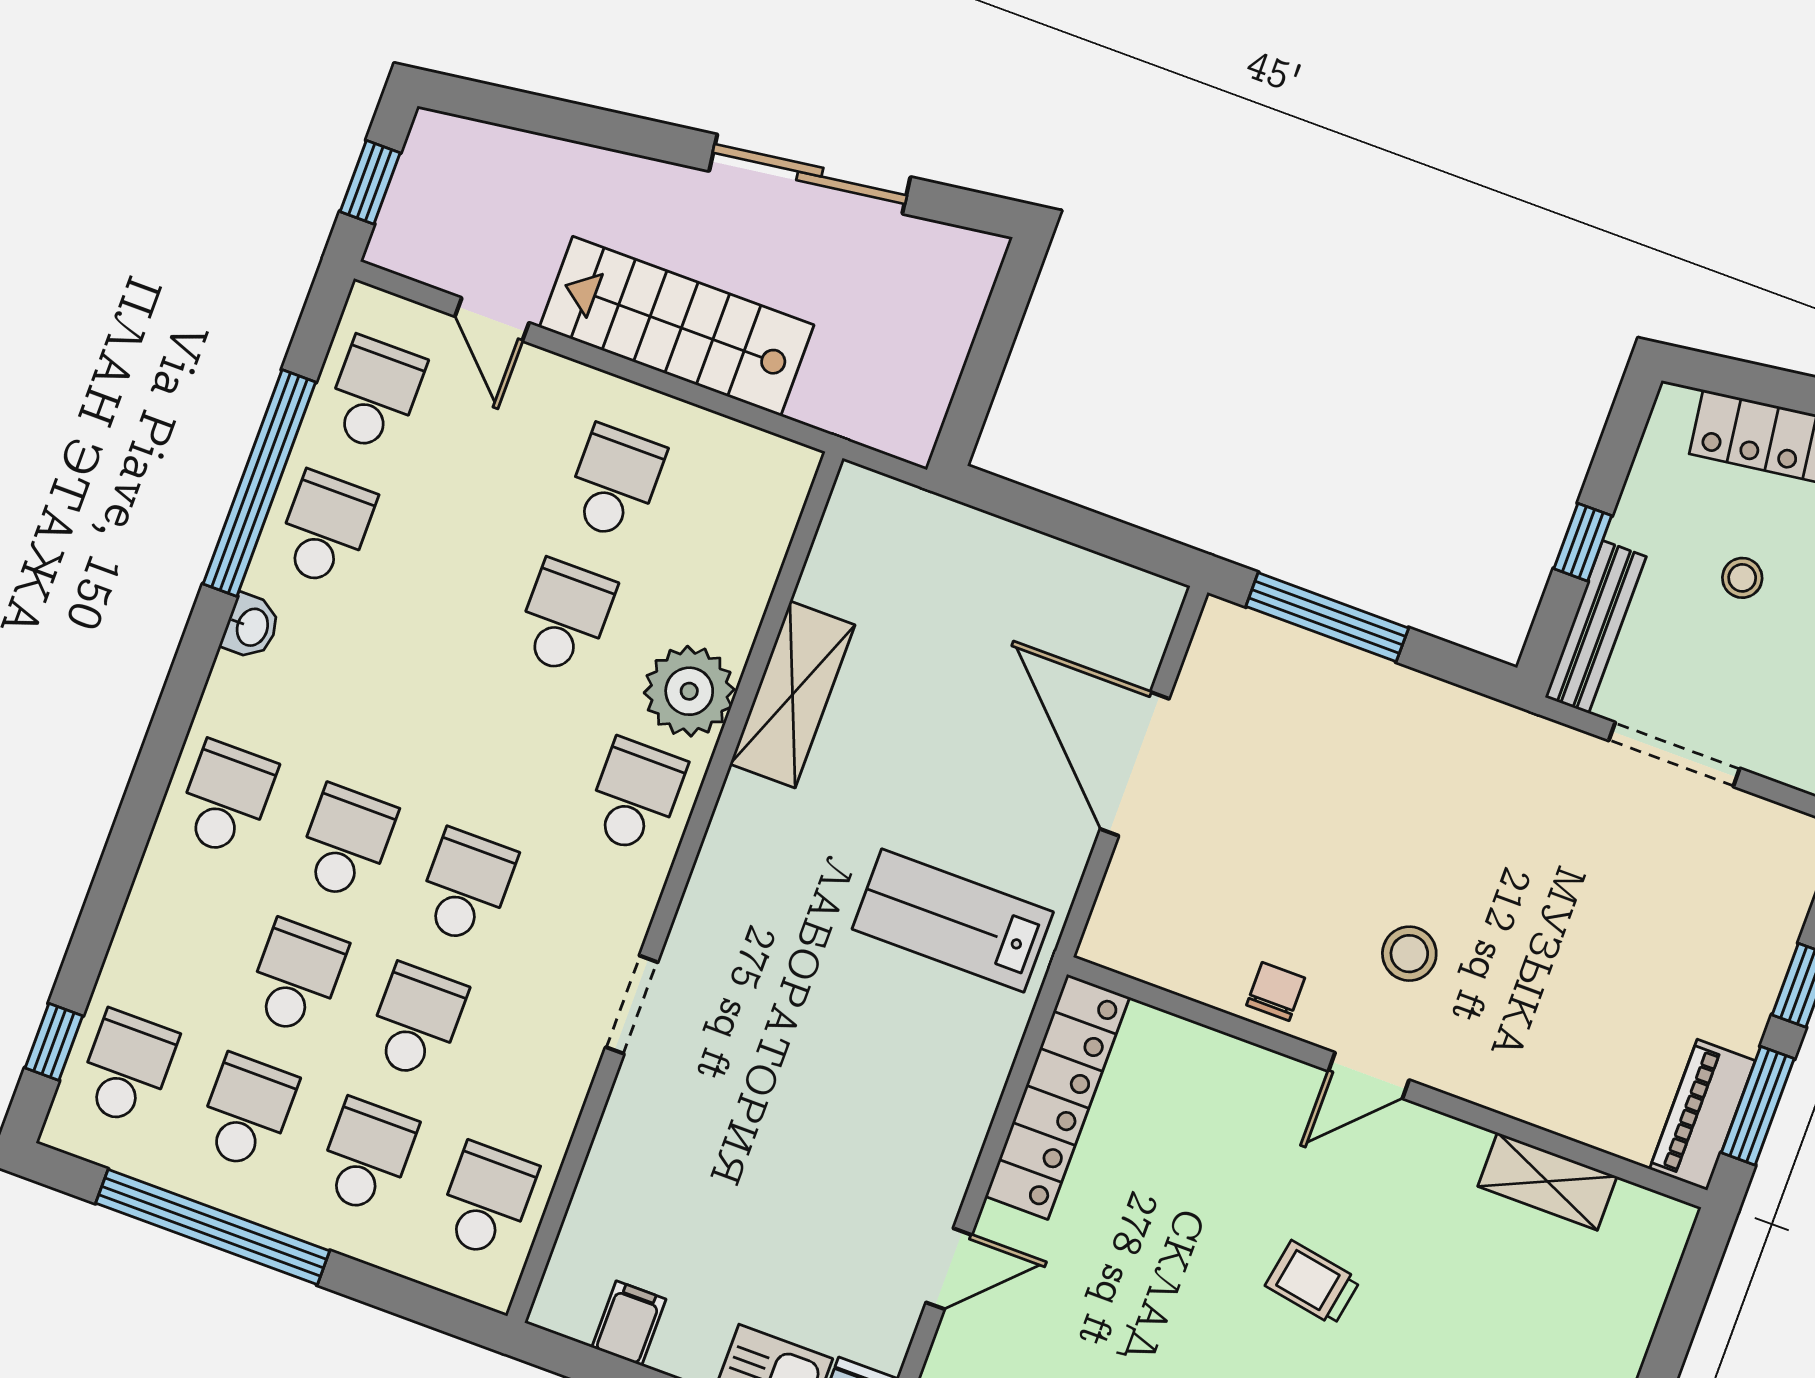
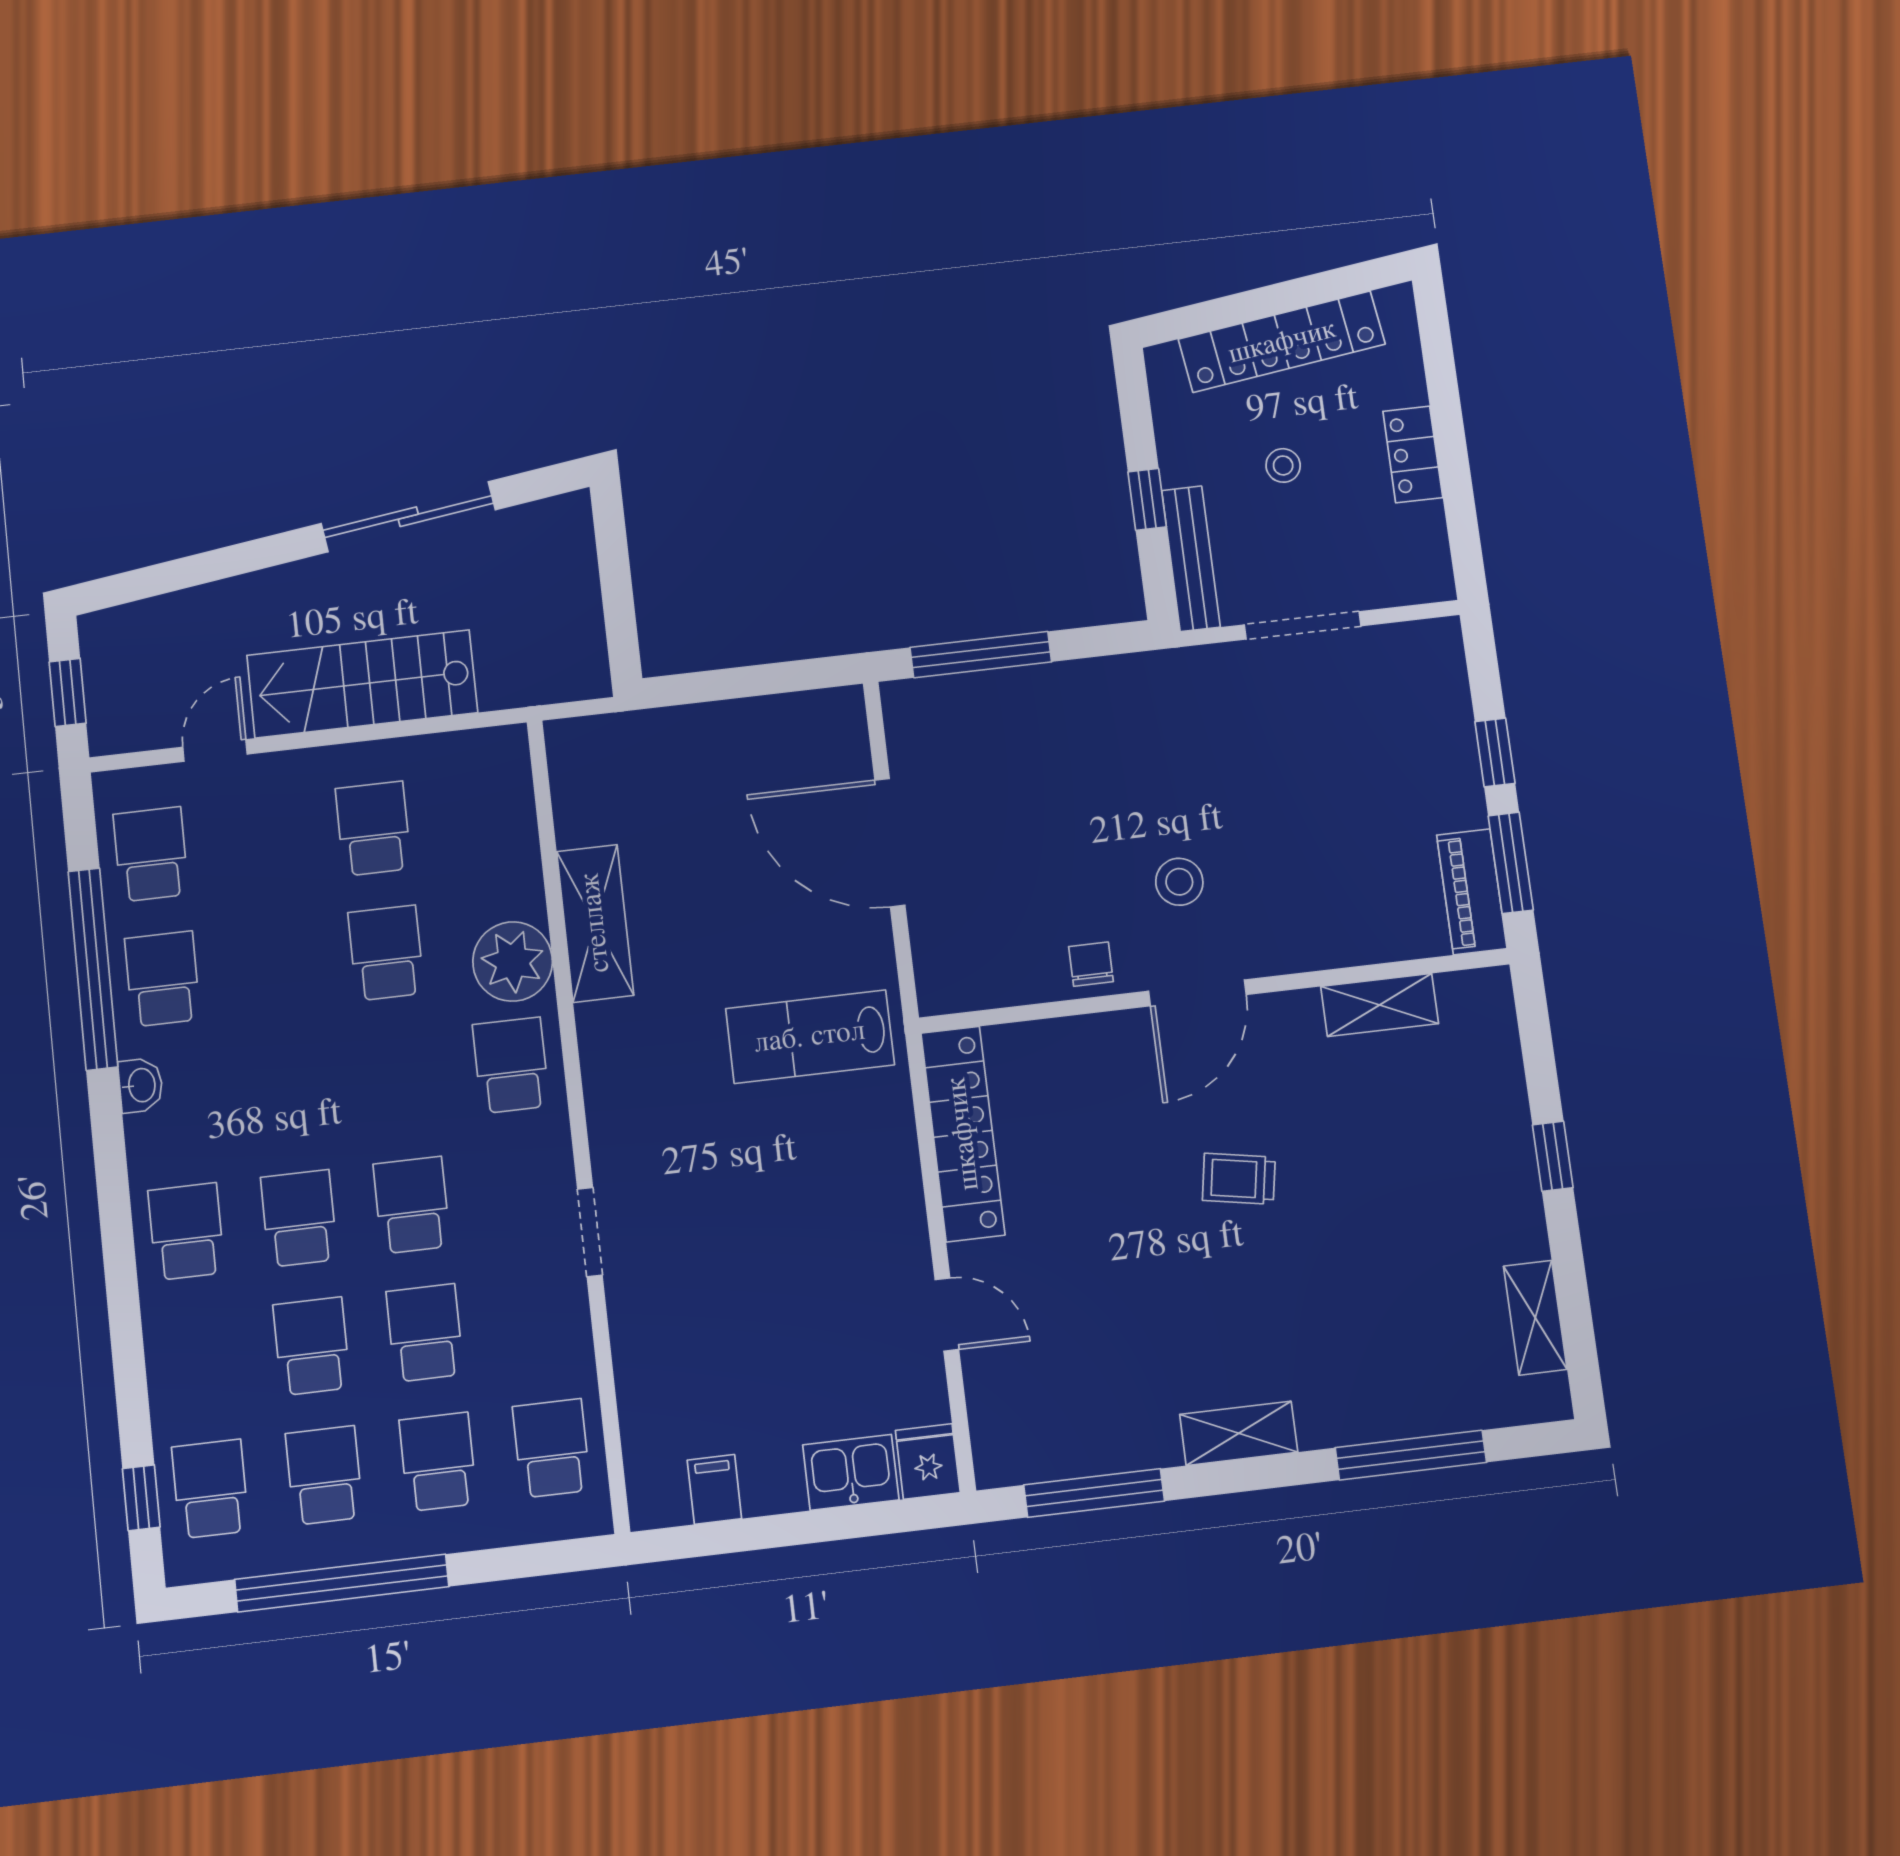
door: (492, 319) -> (215, 751), swing flipped
door: (1369, 1076) -> (1197, 993), width x1.38
door: (949, 1269) -> (947, 1315), hinge flipped

